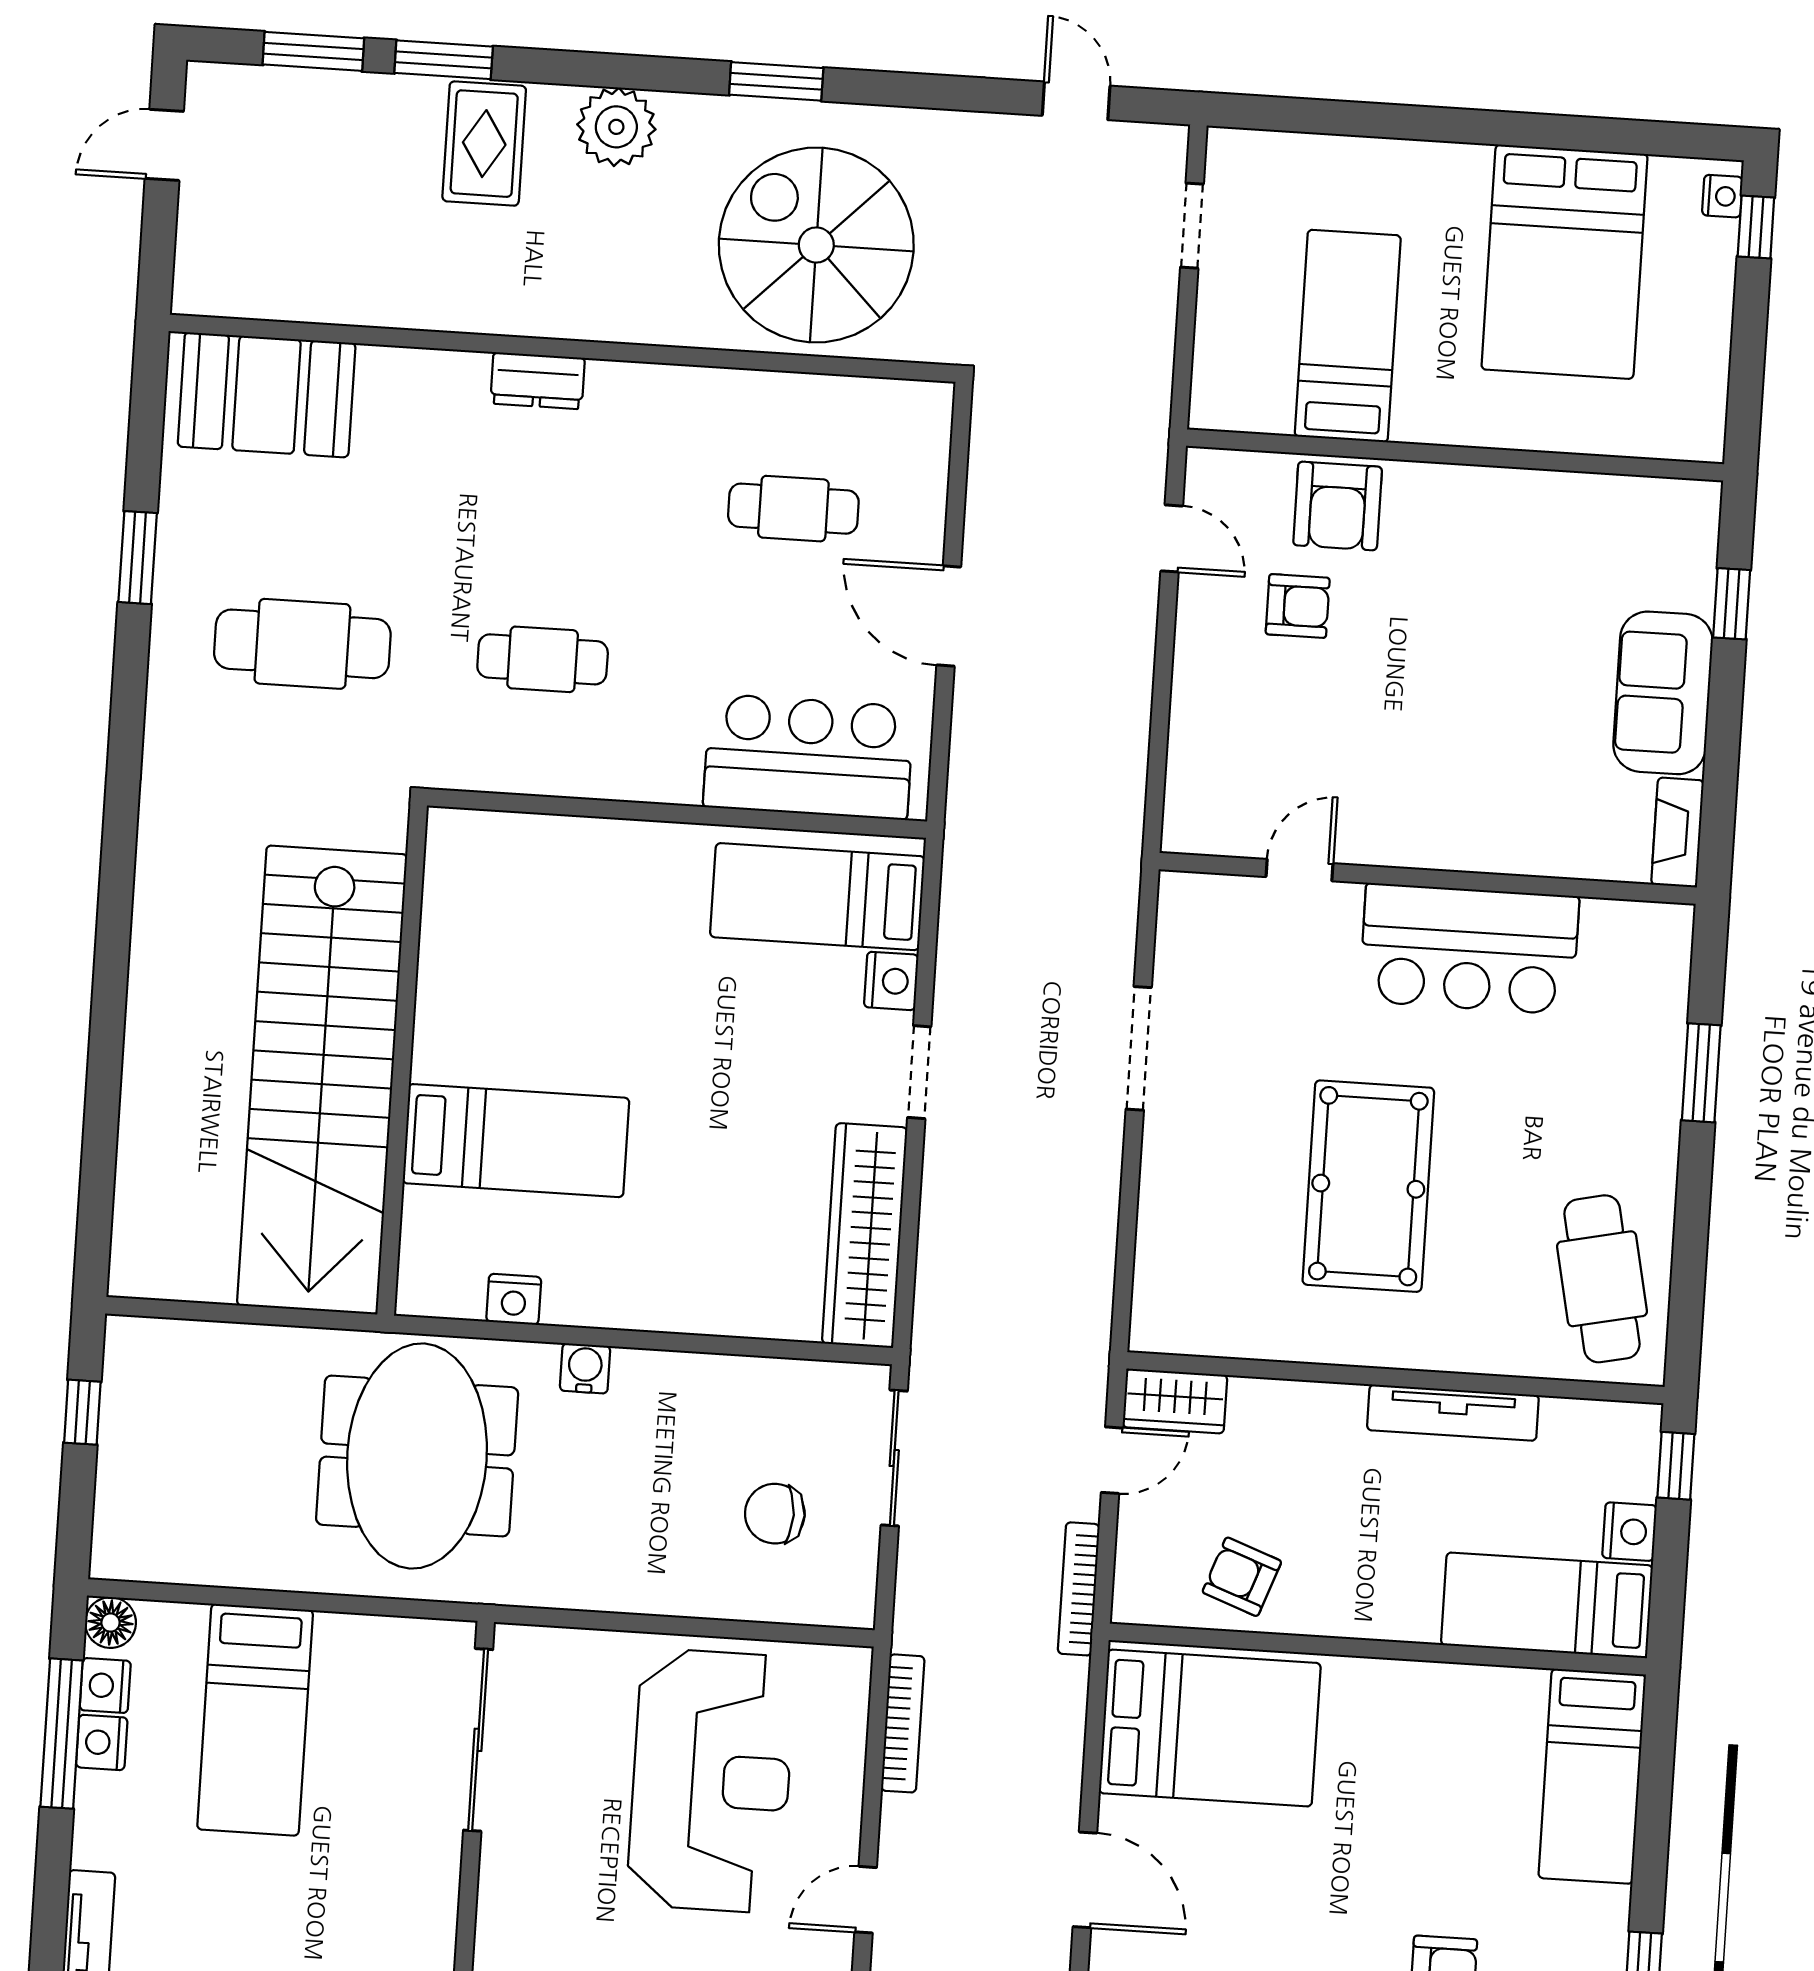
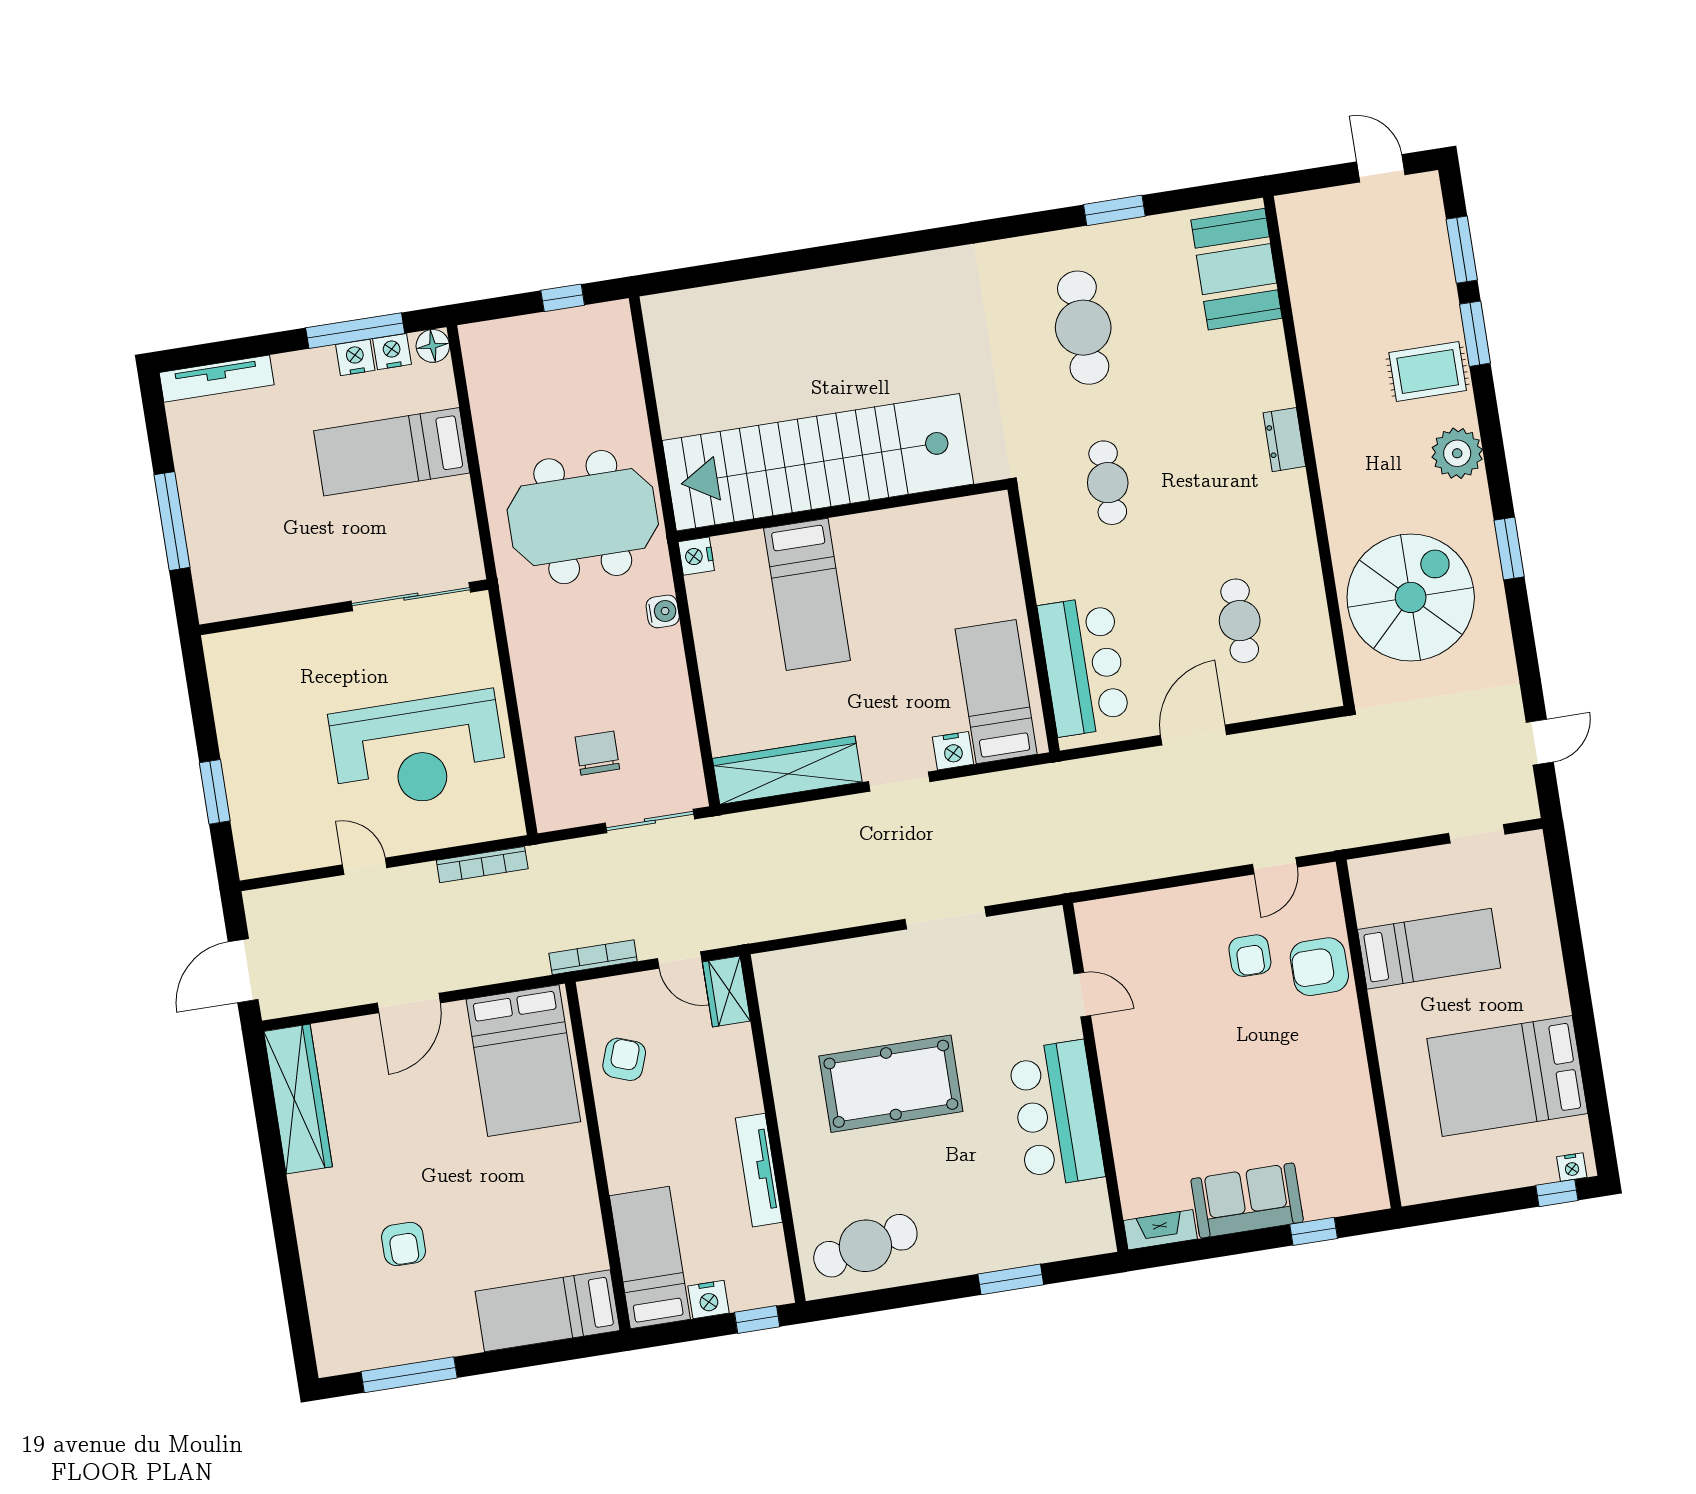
wall: (402, 1060) -> (842, 510), moved
stairs: (322, 1080) -> (818, 462), moved
bed: (516, 1141) -> (807, 594), moved

